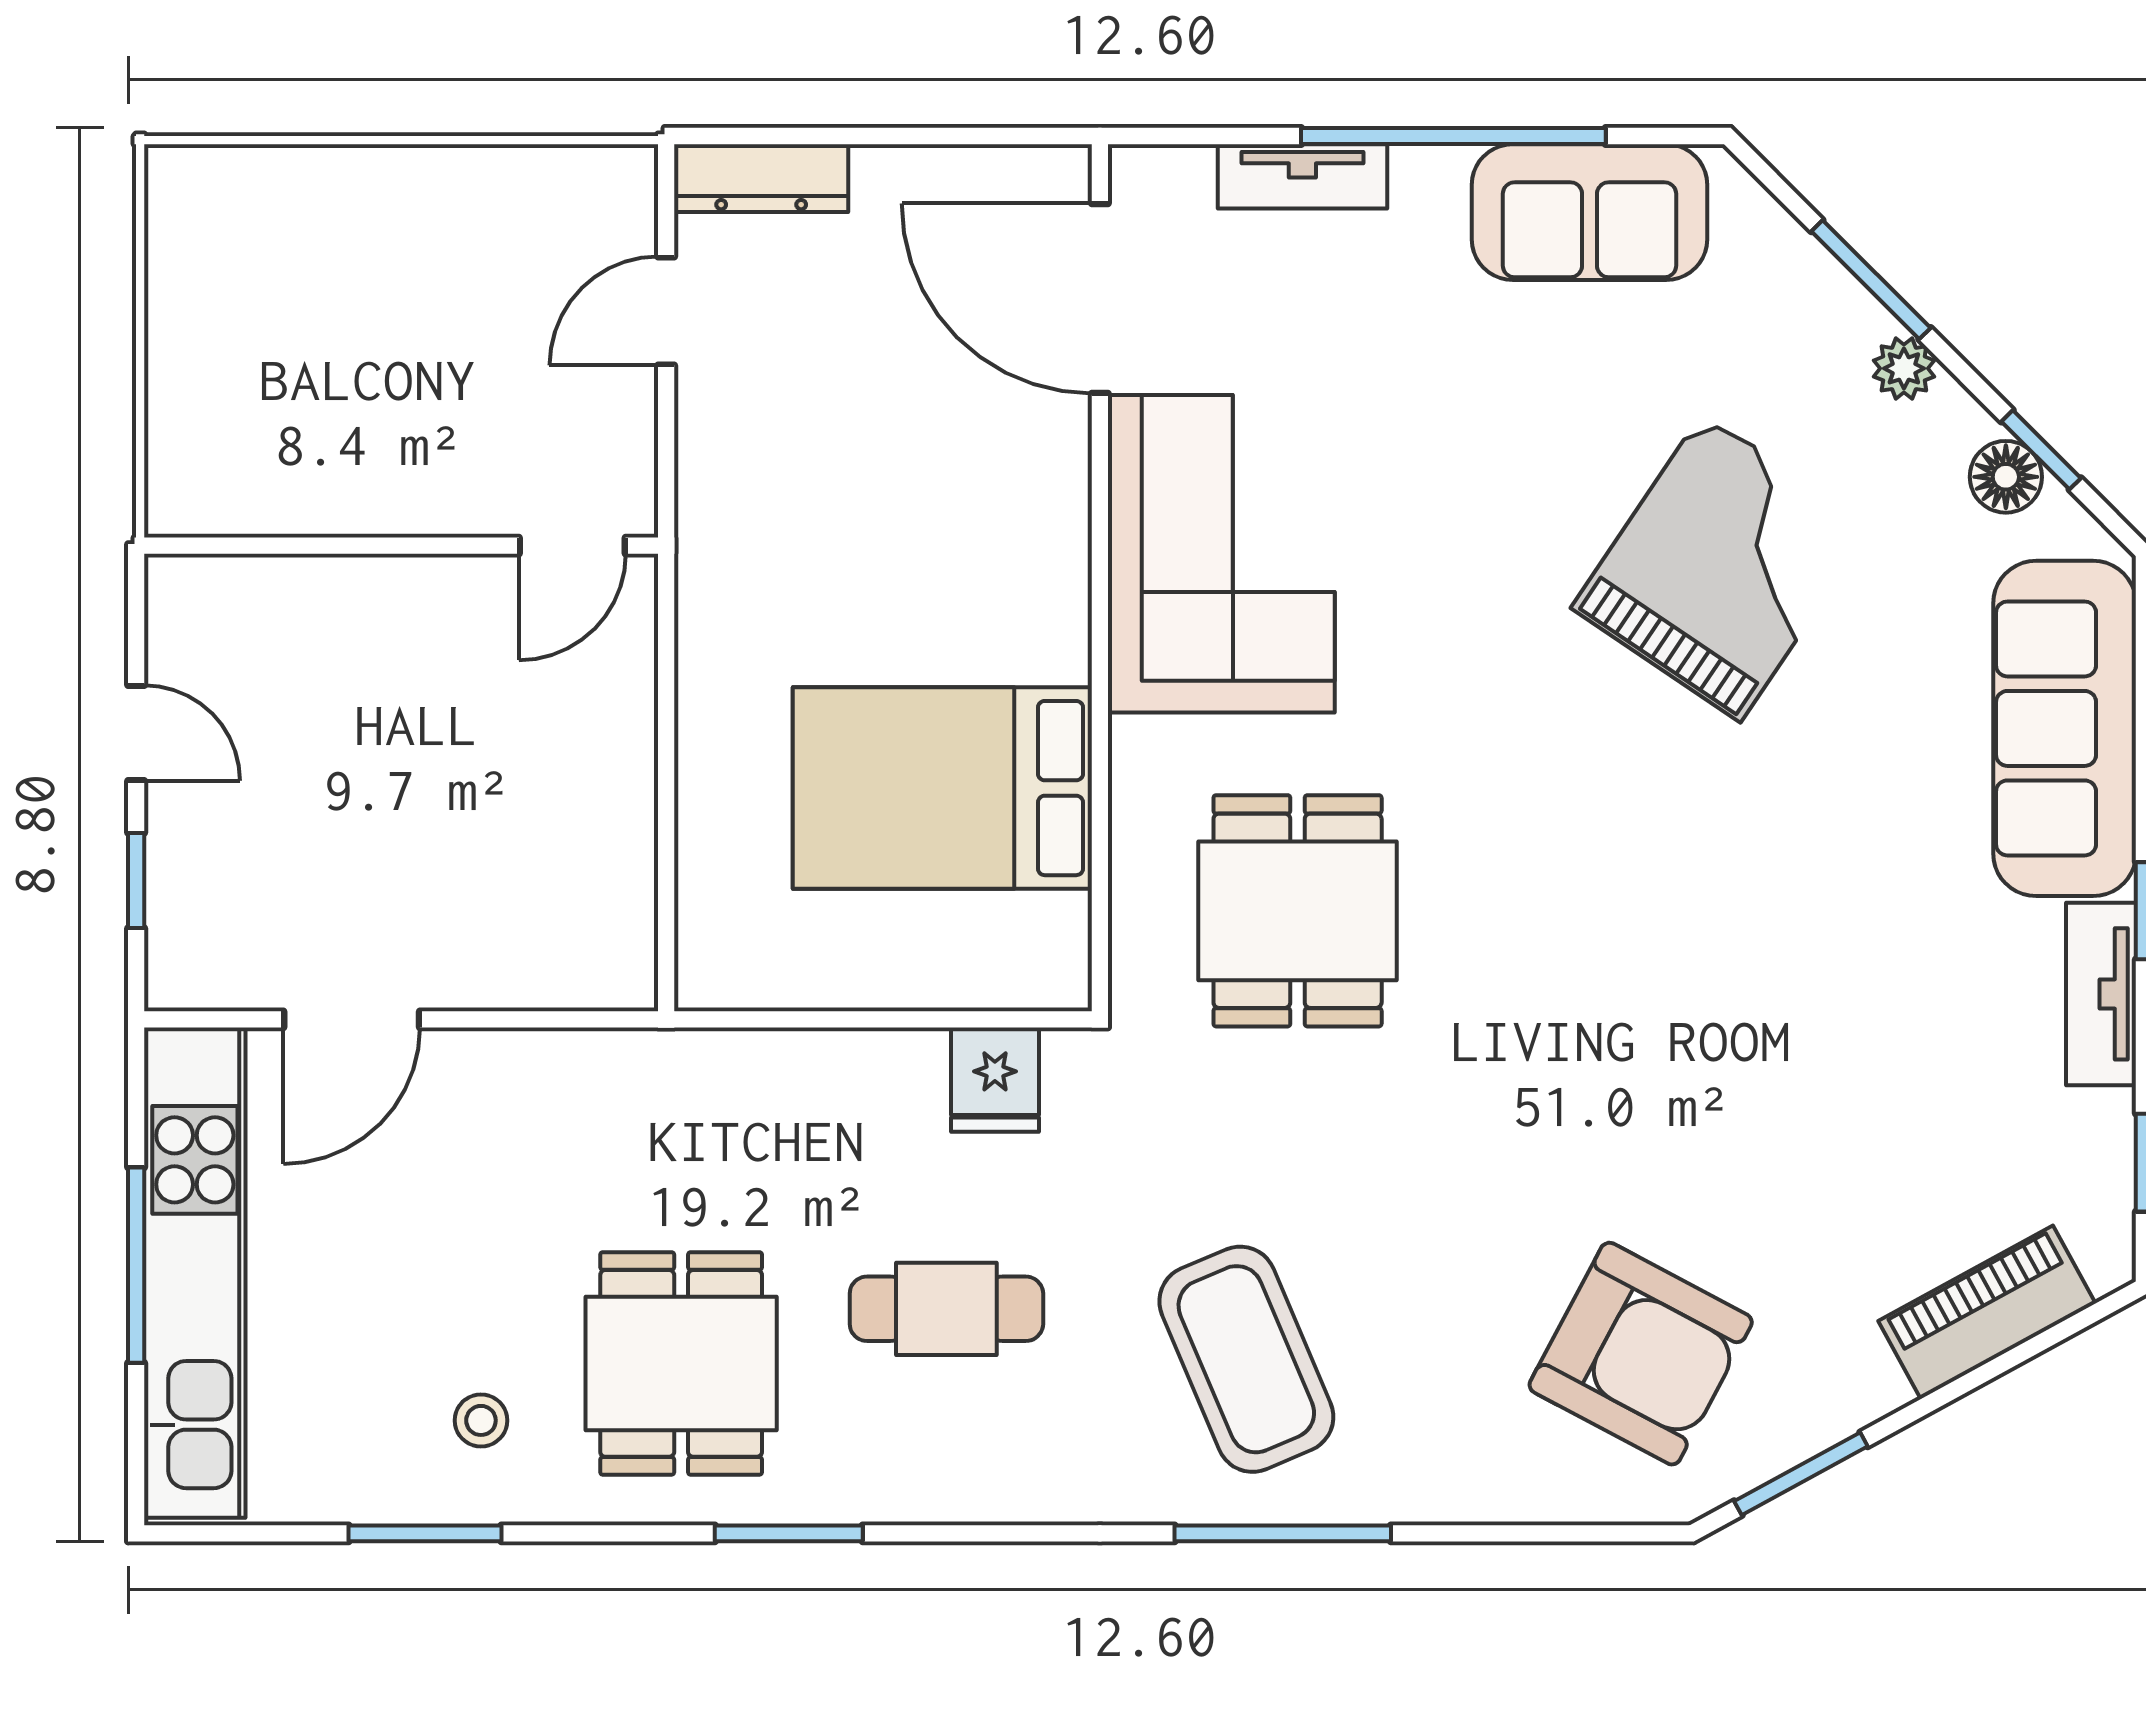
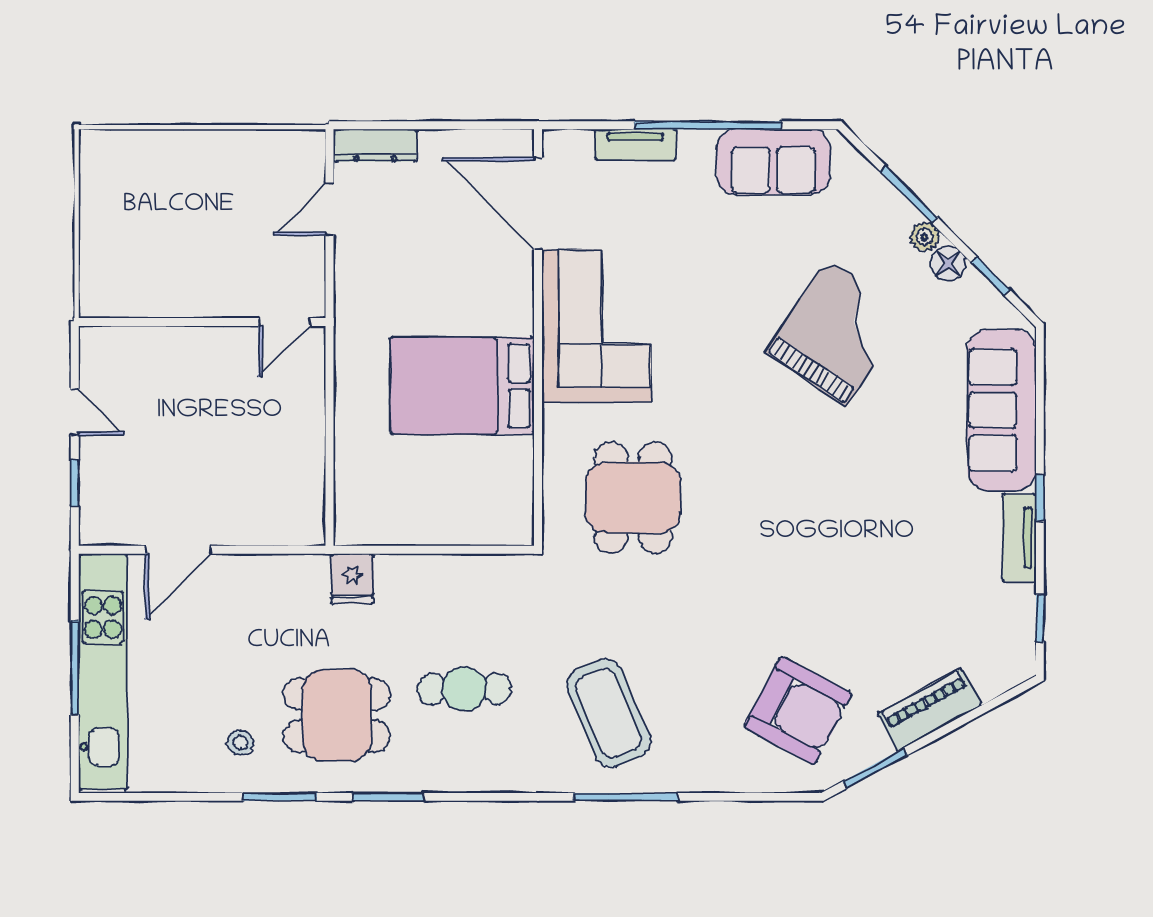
floor lamp: (2006, 477) -> (948, 264), moved
bed: (942, 788) -> (462, 386), moved
fridge: (995, 1080) -> (353, 579), moved
piano: (1987, 1312) -> (930, 710), moved
dining table: (681, 1363) -> (337, 715), turned 90
window: (425, 1533) -> (280, 797), moved

